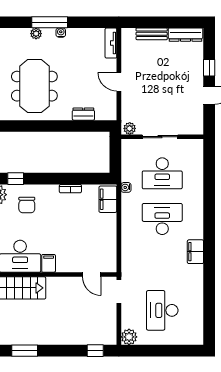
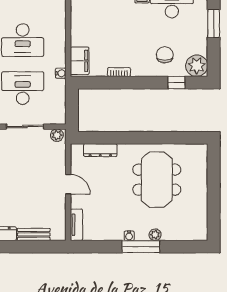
dresser: (83, 114) -> (100, 150), width x1.44

